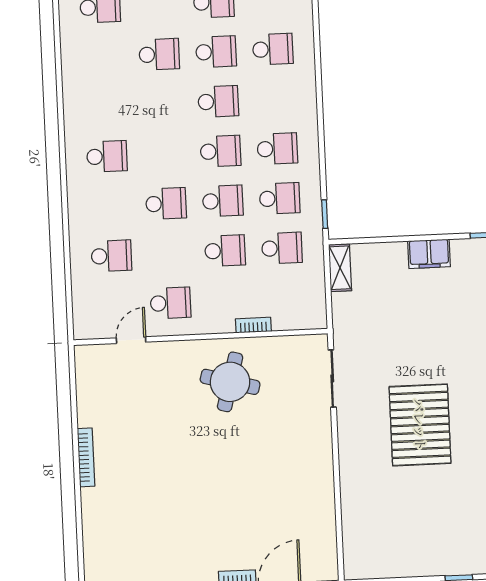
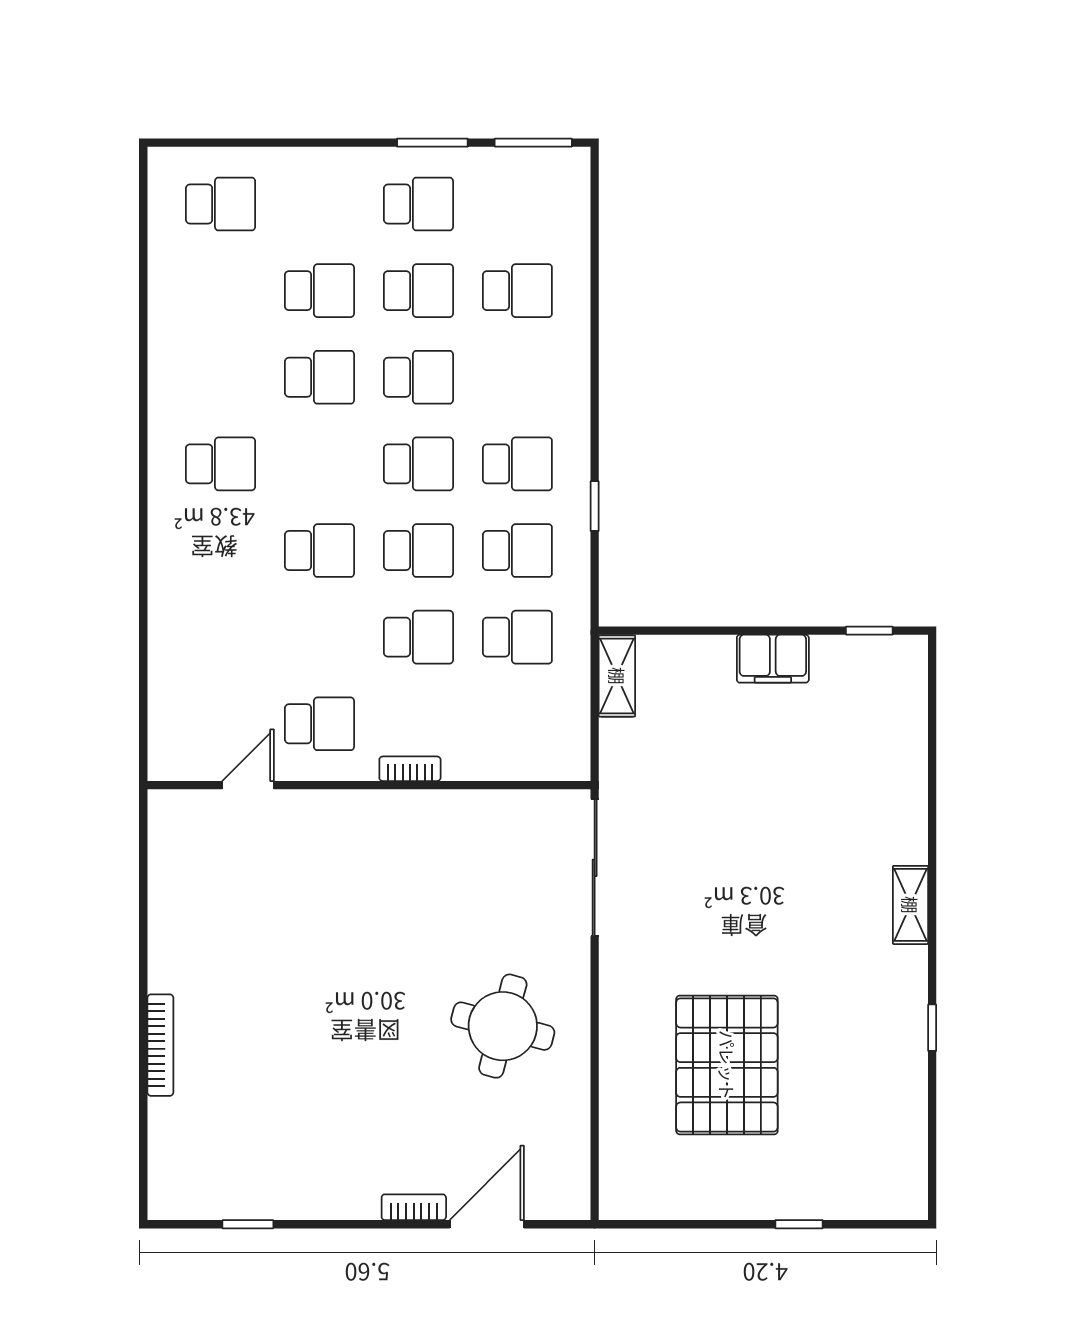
window: (325, 214) -> (595, 506), moved
school desk: (111, 256) -> (319, 377), moved
bookcase: (253, 325) -> (410, 769), moved
sliding door: (332, 378) -> (595, 868), width x1.37
round table: (230, 382) -> (503, 1026), moved
pallet: (420, 425) -> (727, 1065), moved
bookcase: (86, 457) -> (160, 1045), moved

